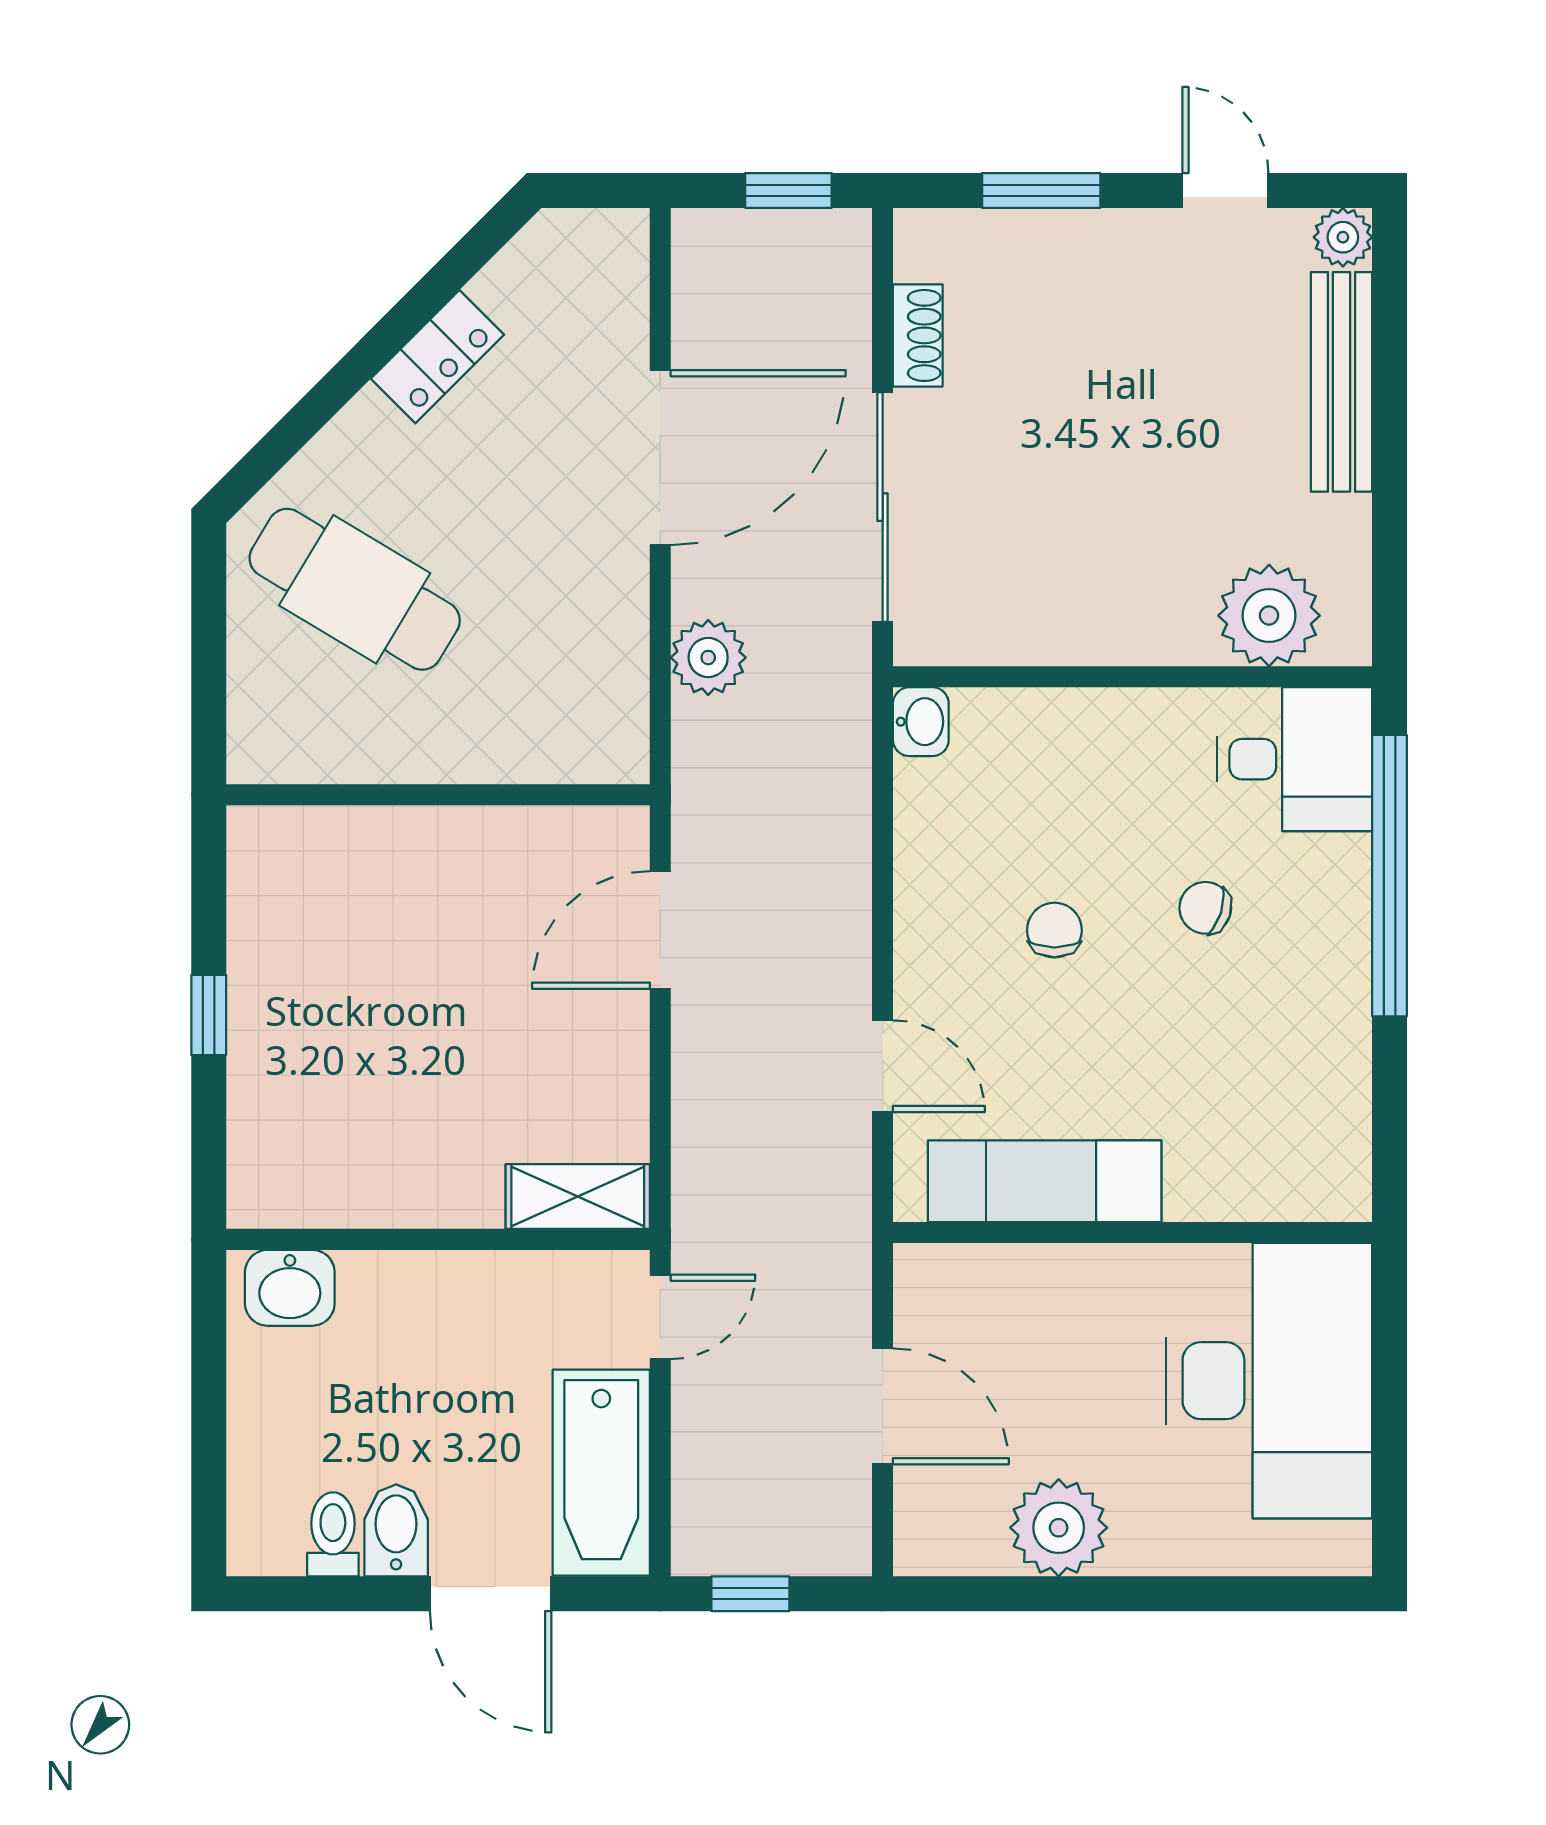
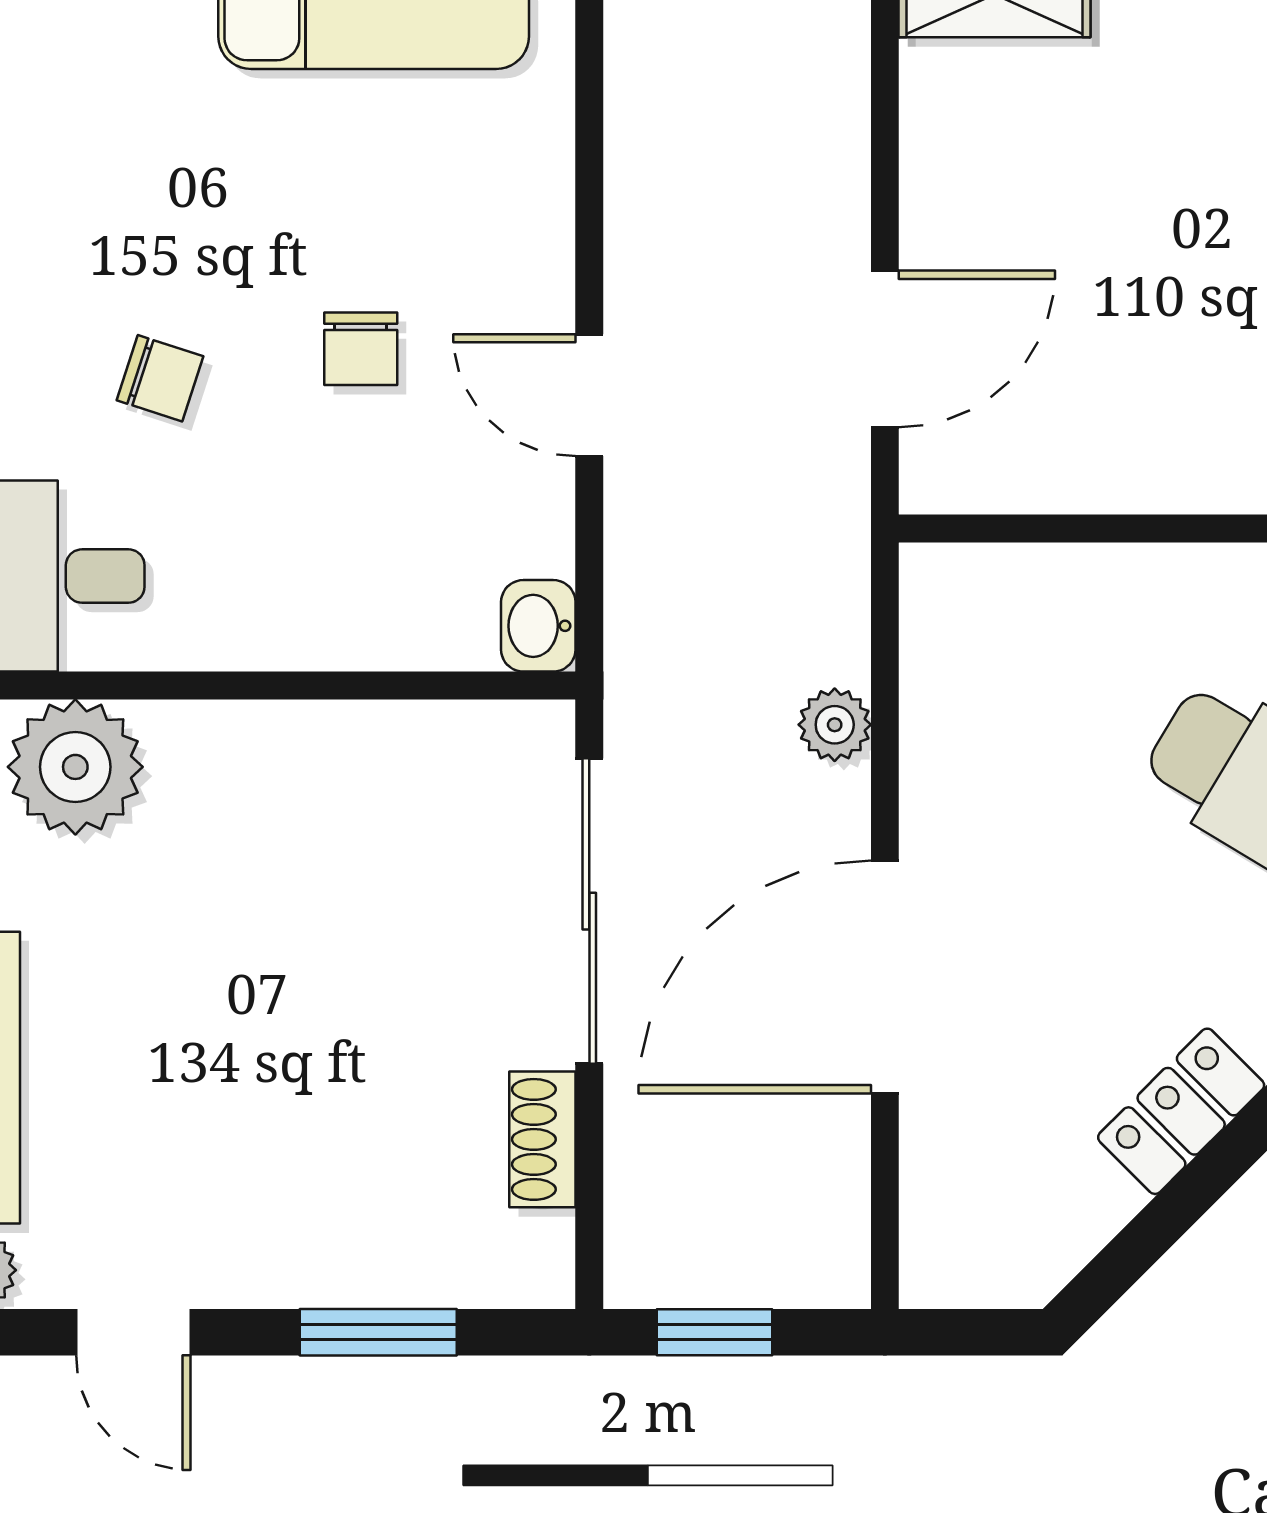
plant: (708, 658) -> (835, 725), width x0.73, depth x0.73
door: (883, 1066) -> (589, 395), moved

